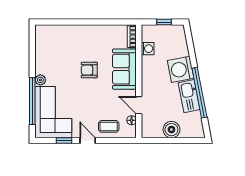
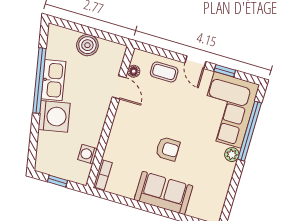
sofa: (124, 69) -> (163, 193), moved, turned -90

